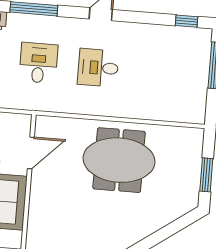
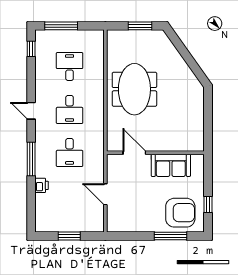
desk: (38, 63) -> (70, 152), turned -90
desk: (158, 72) -> (70, 66), added

